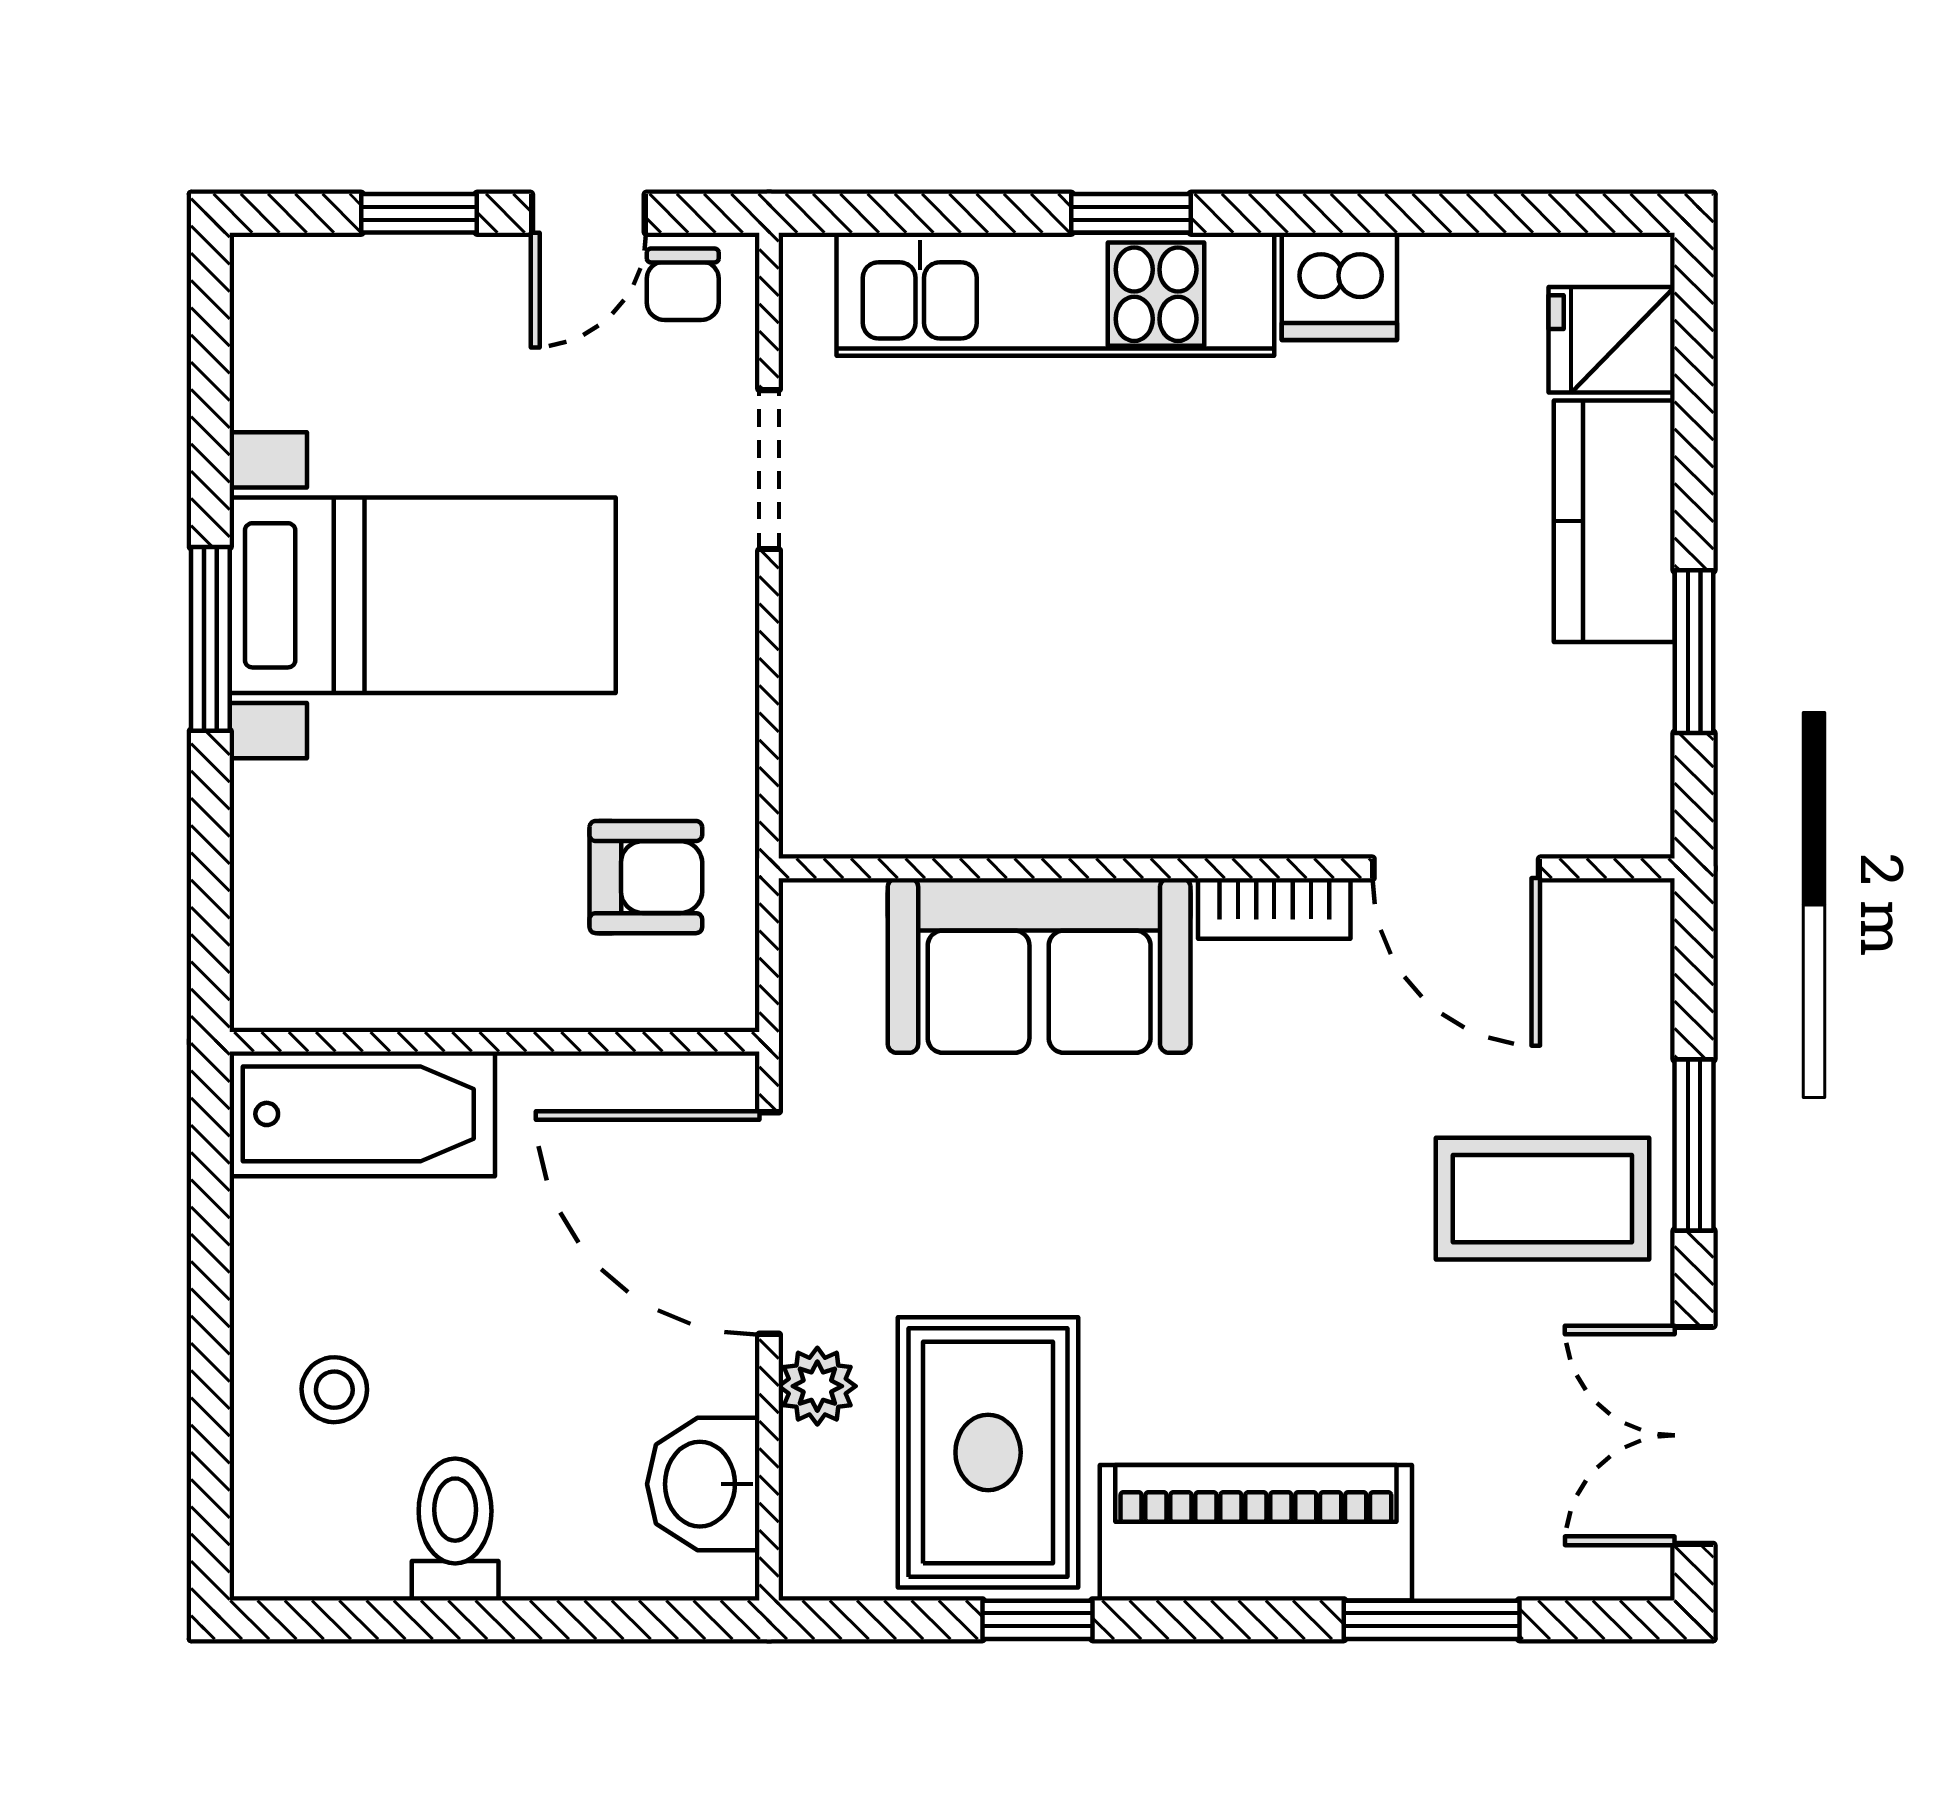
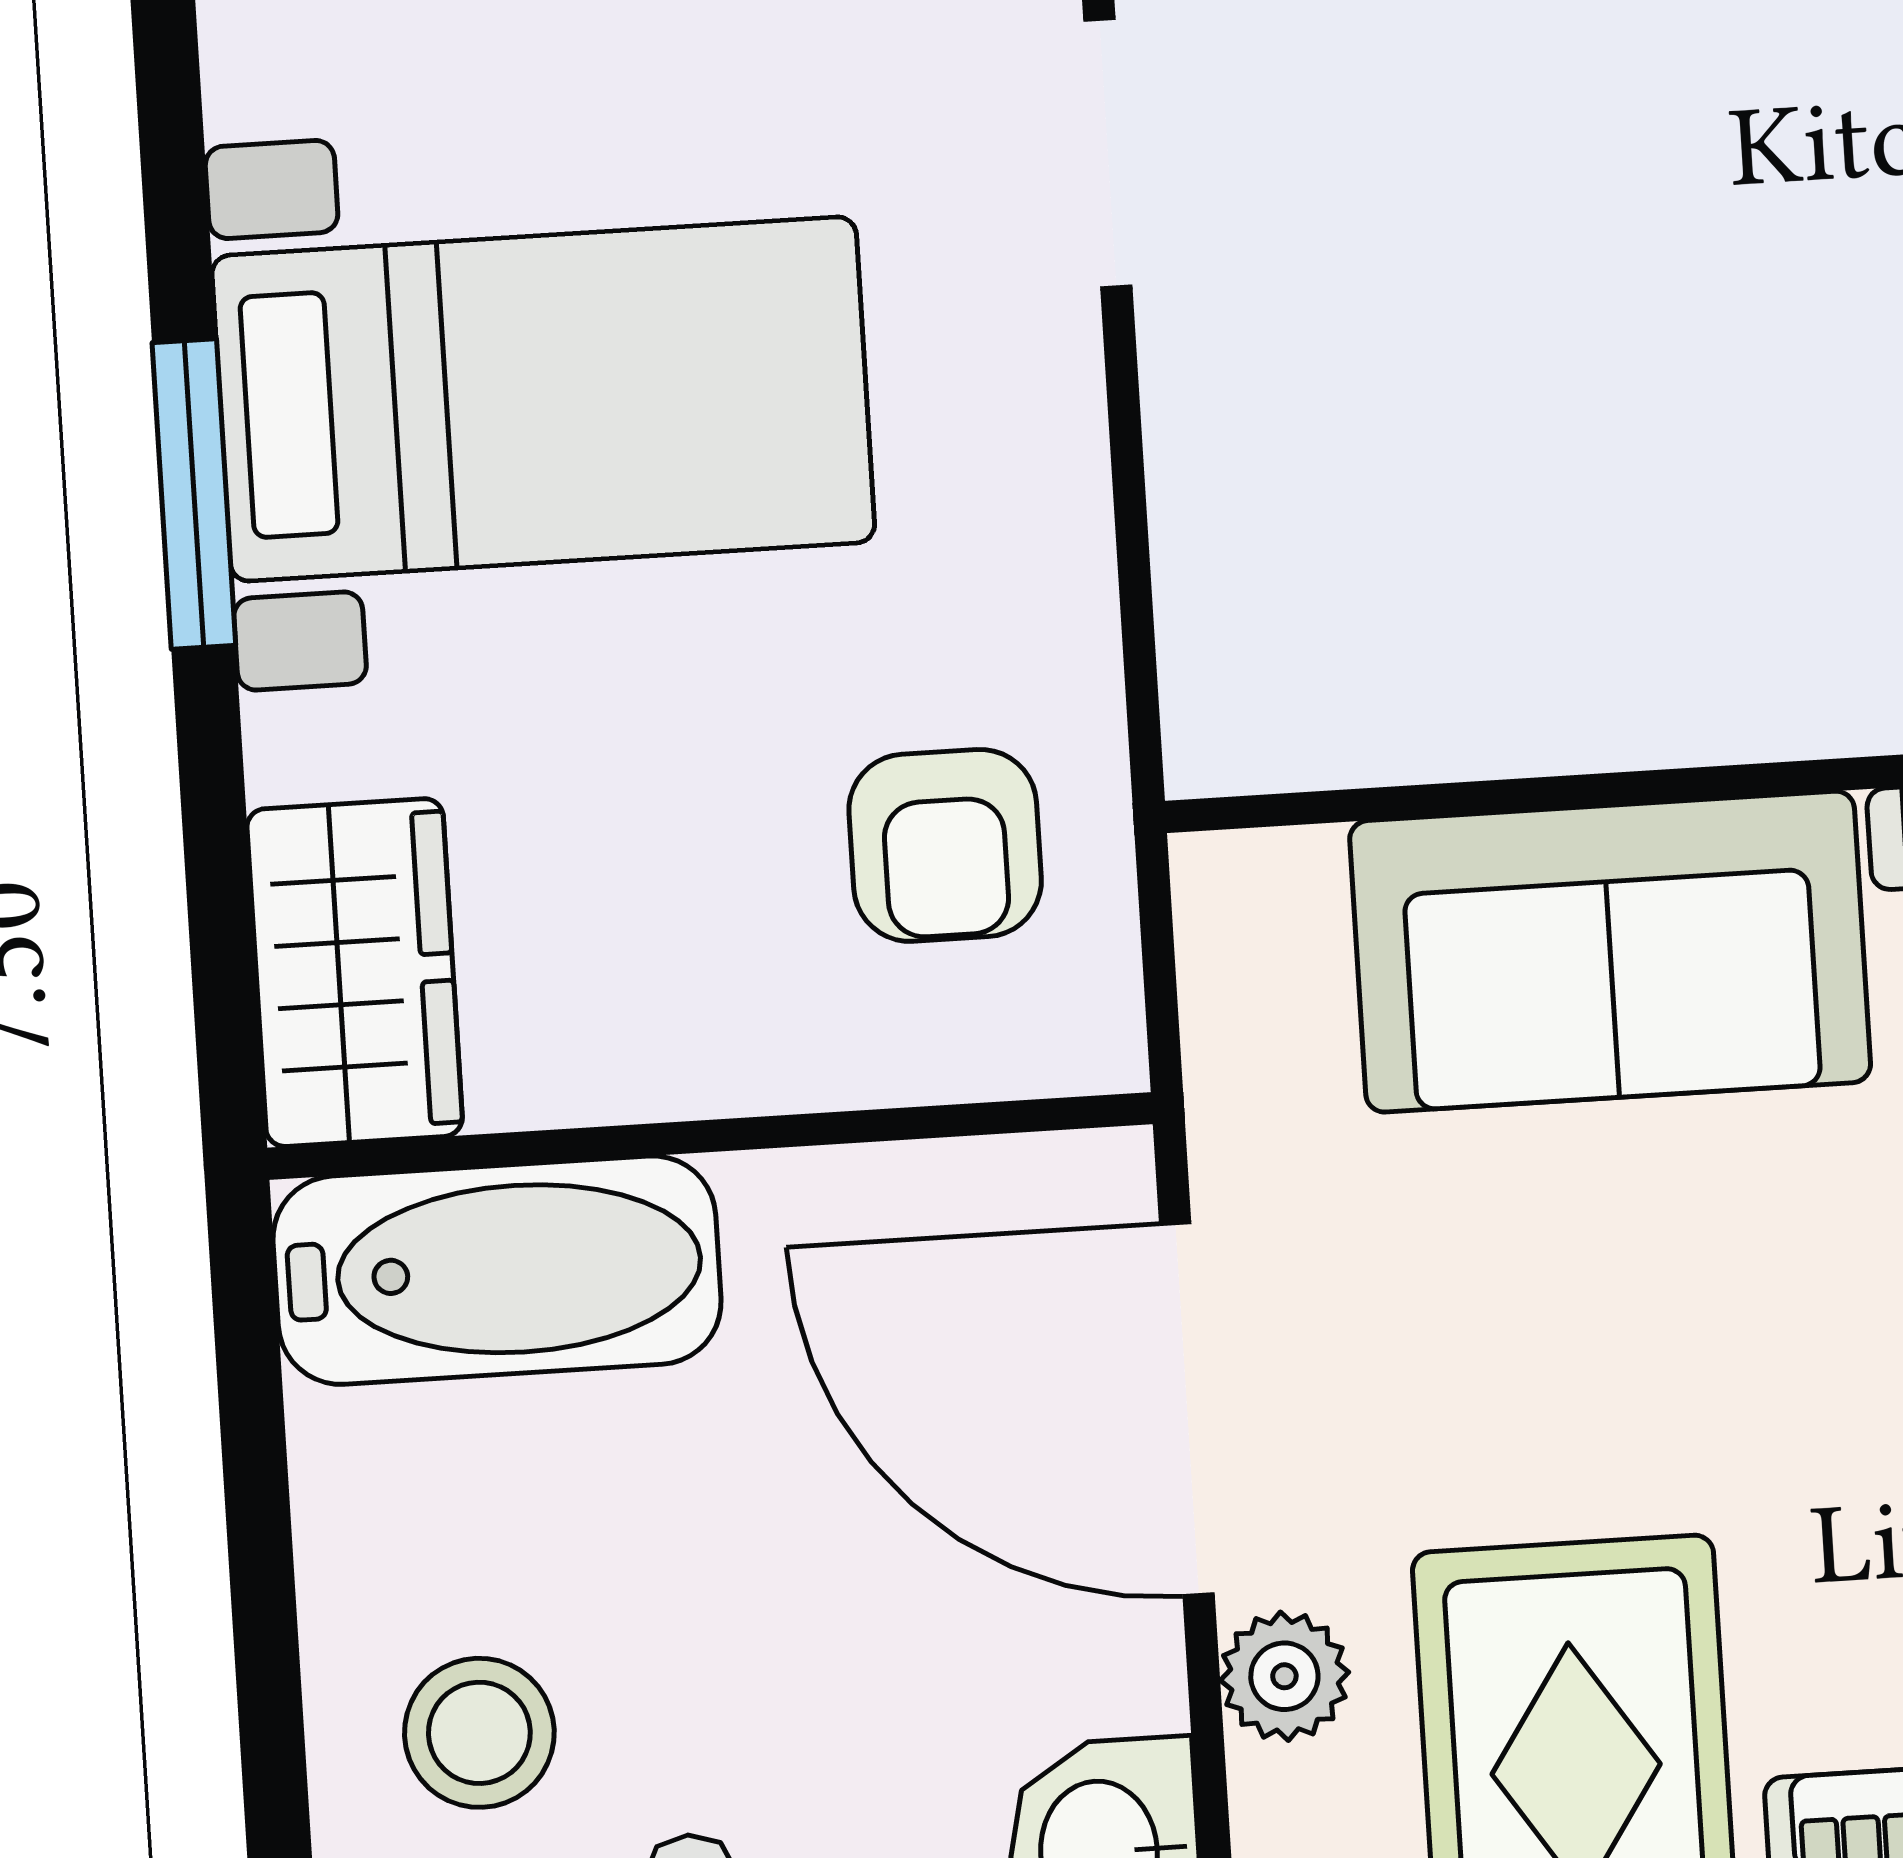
armchair: (646, 877) -> (945, 845), turned 90
wardrobe: (288, 931) -> (355, 973), added
stool: (334, 1390) -> (479, 1733), width x1.37, depth x1.37

